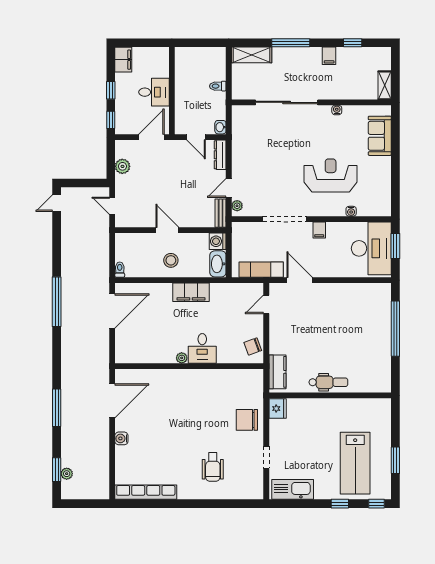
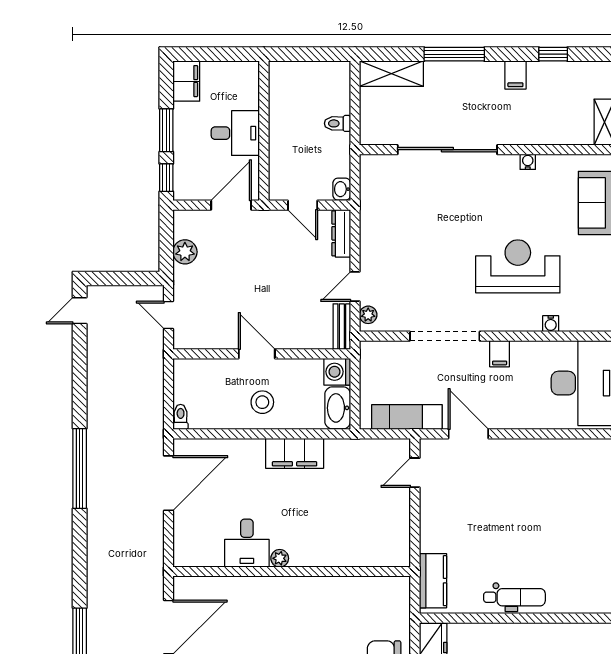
window: (111, 90) -> (166, 130), width x1.50
chair: (253, 346) -> (393, 540), removed
desk: (202, 348) -> (247, 543), moved

